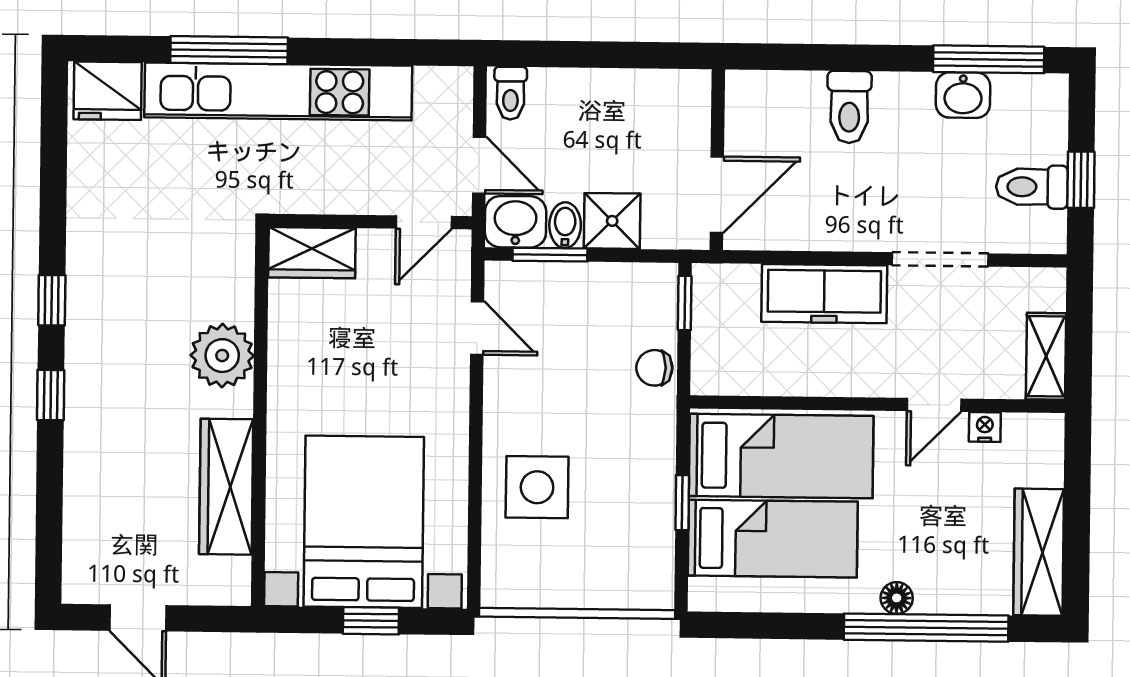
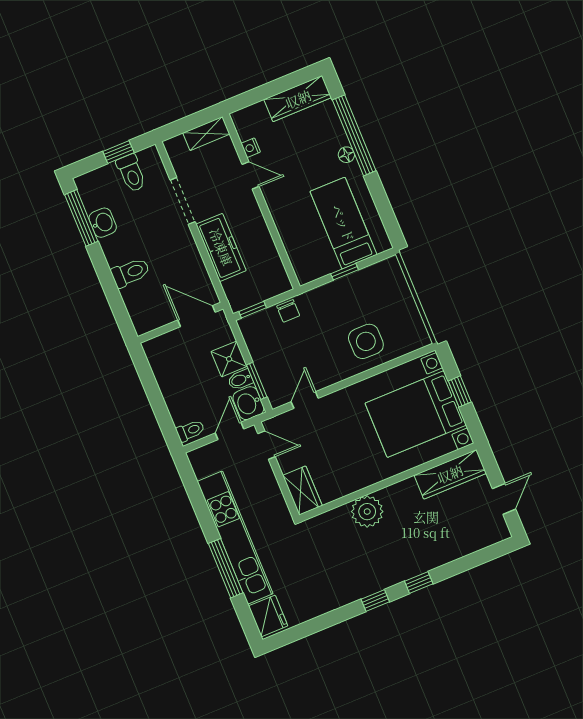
bed: (781, 456) -> (304, 235), removed
wardrobe: (226, 487) -> (450, 474), moved

